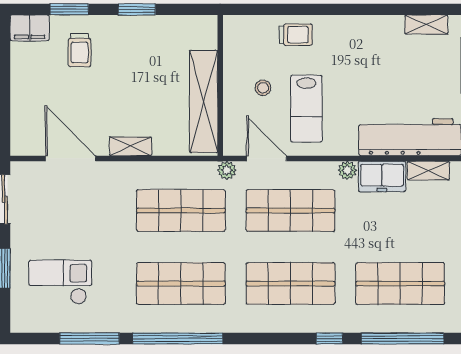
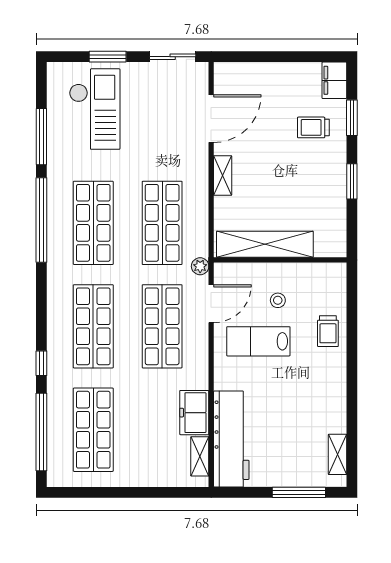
plant: (347, 170) -> (200, 380), removed
checkout: (60, 282) -> (95, 109), width x1.36, depth x1.21

